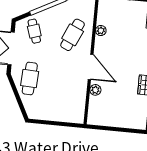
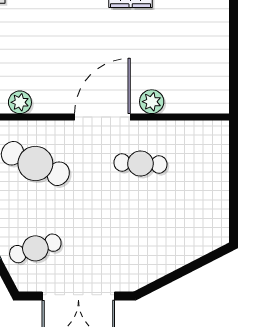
cafe table: (30, 79) -> (140, 164), moved, width x0.73, depth x0.74

